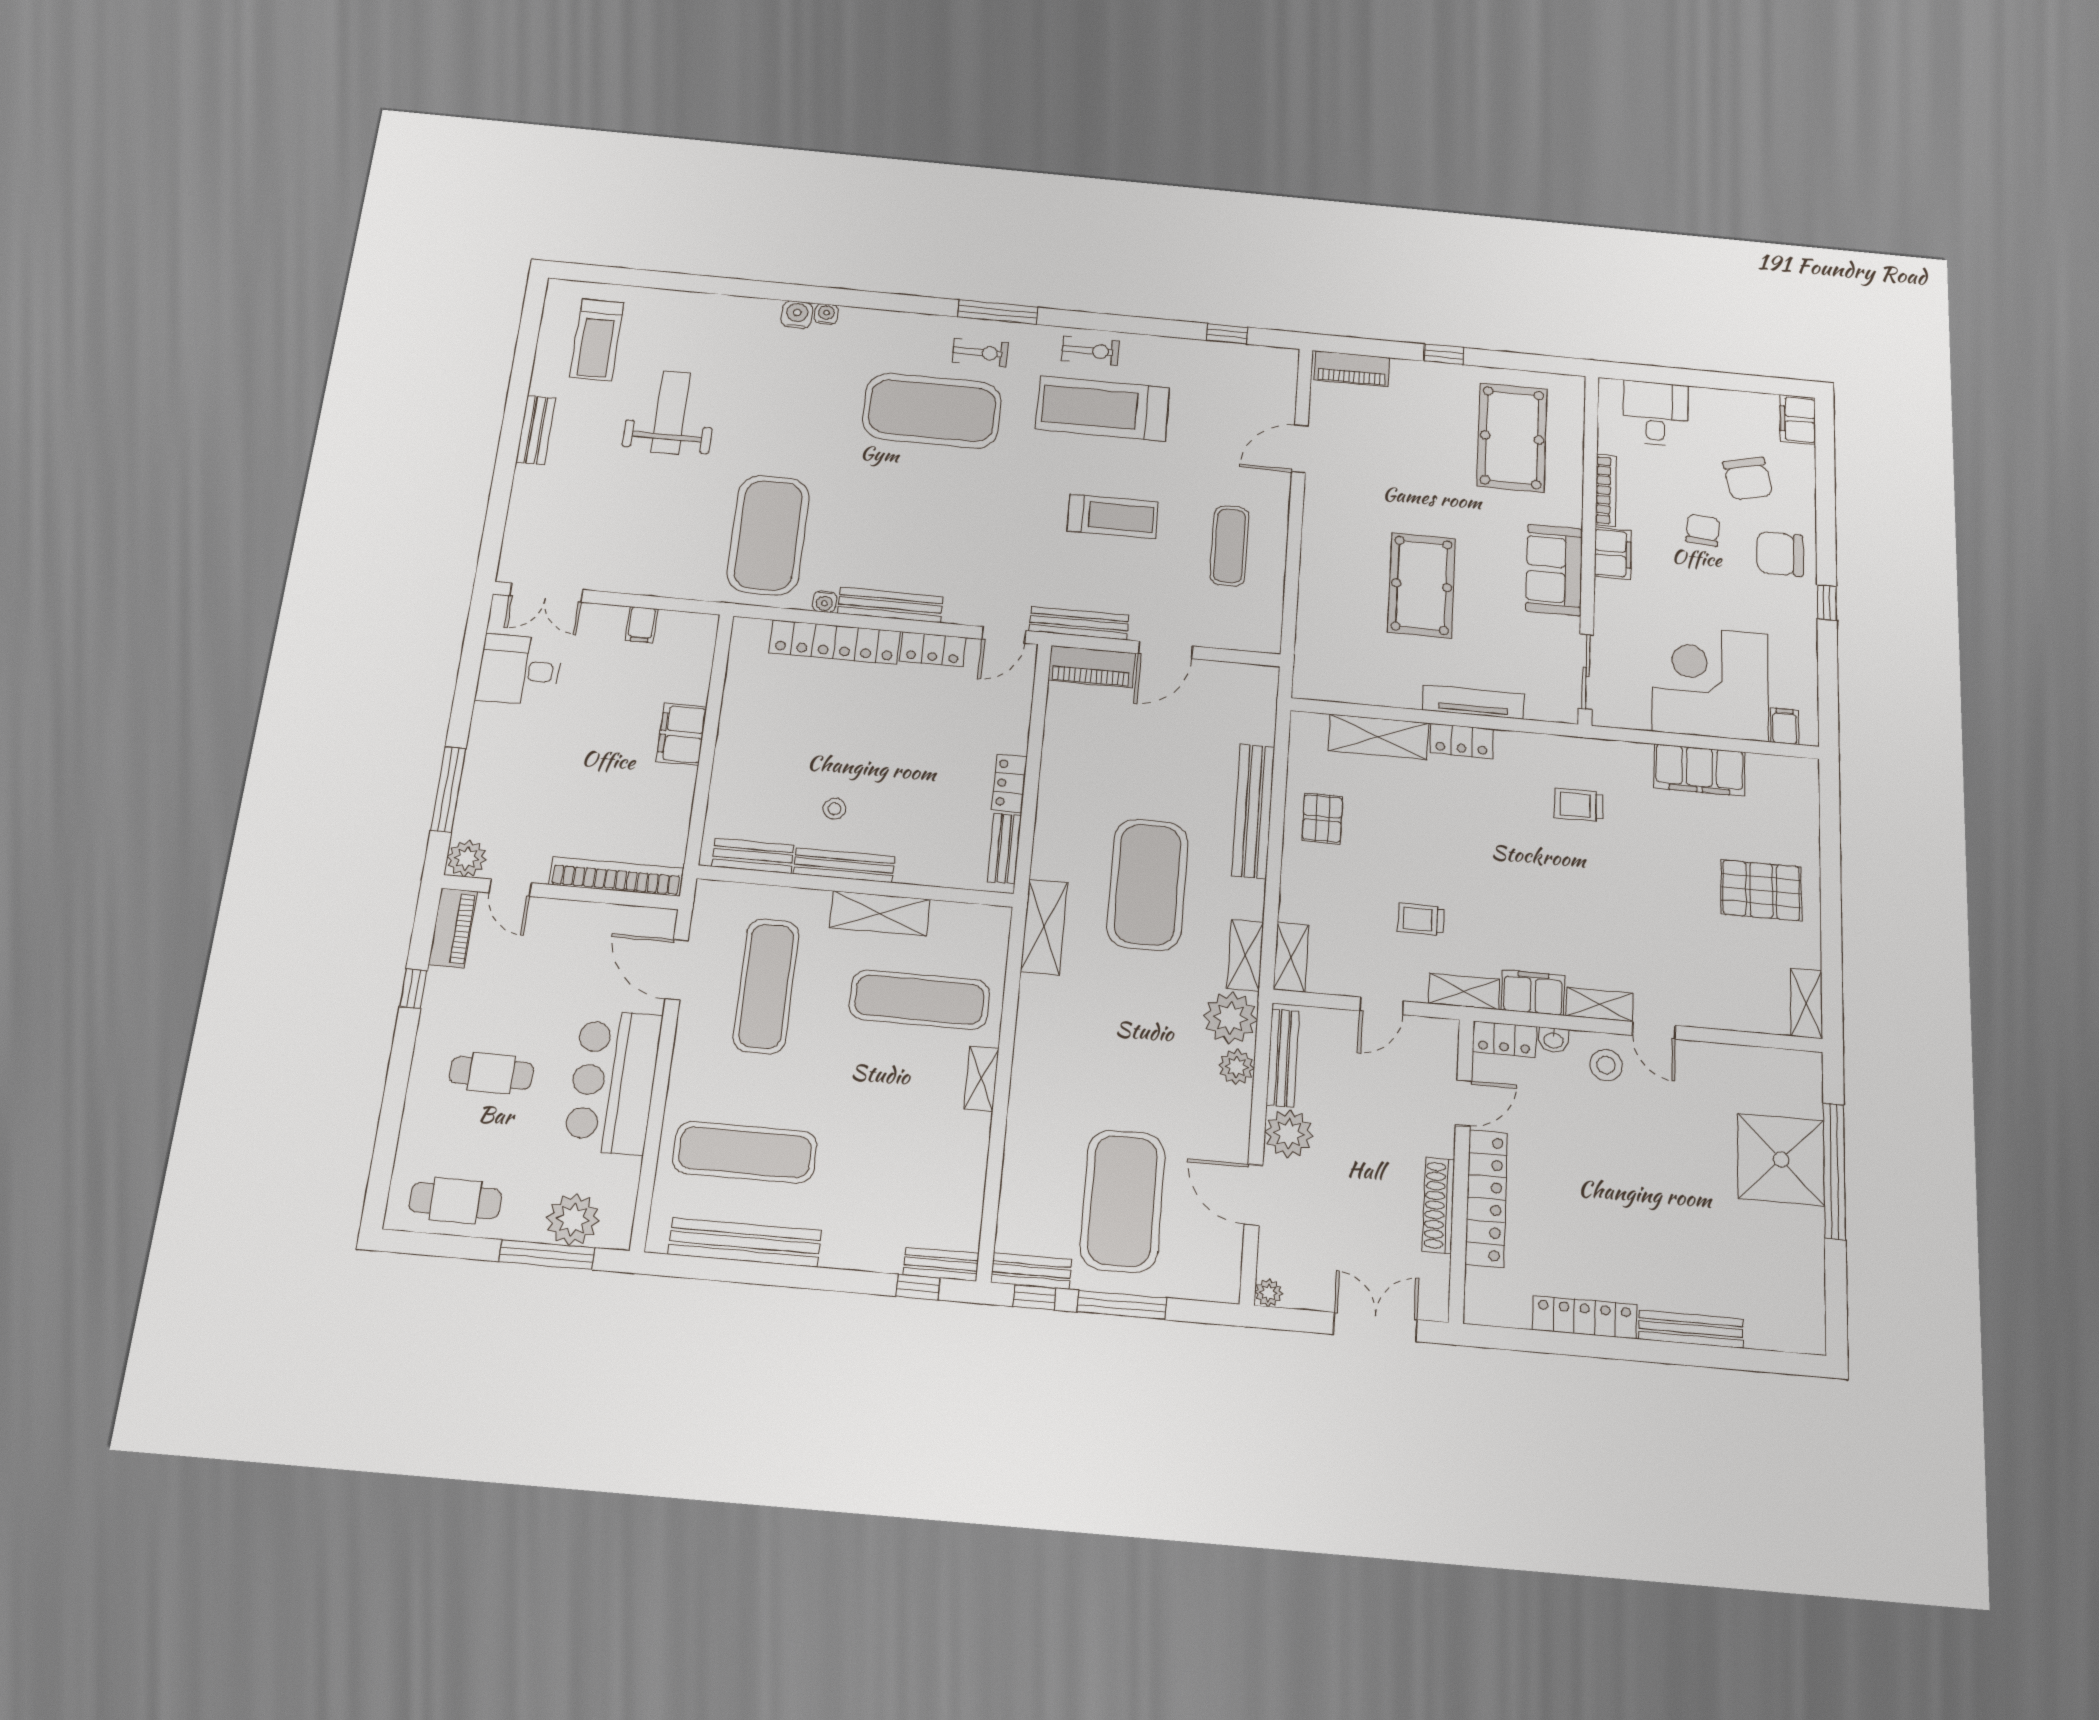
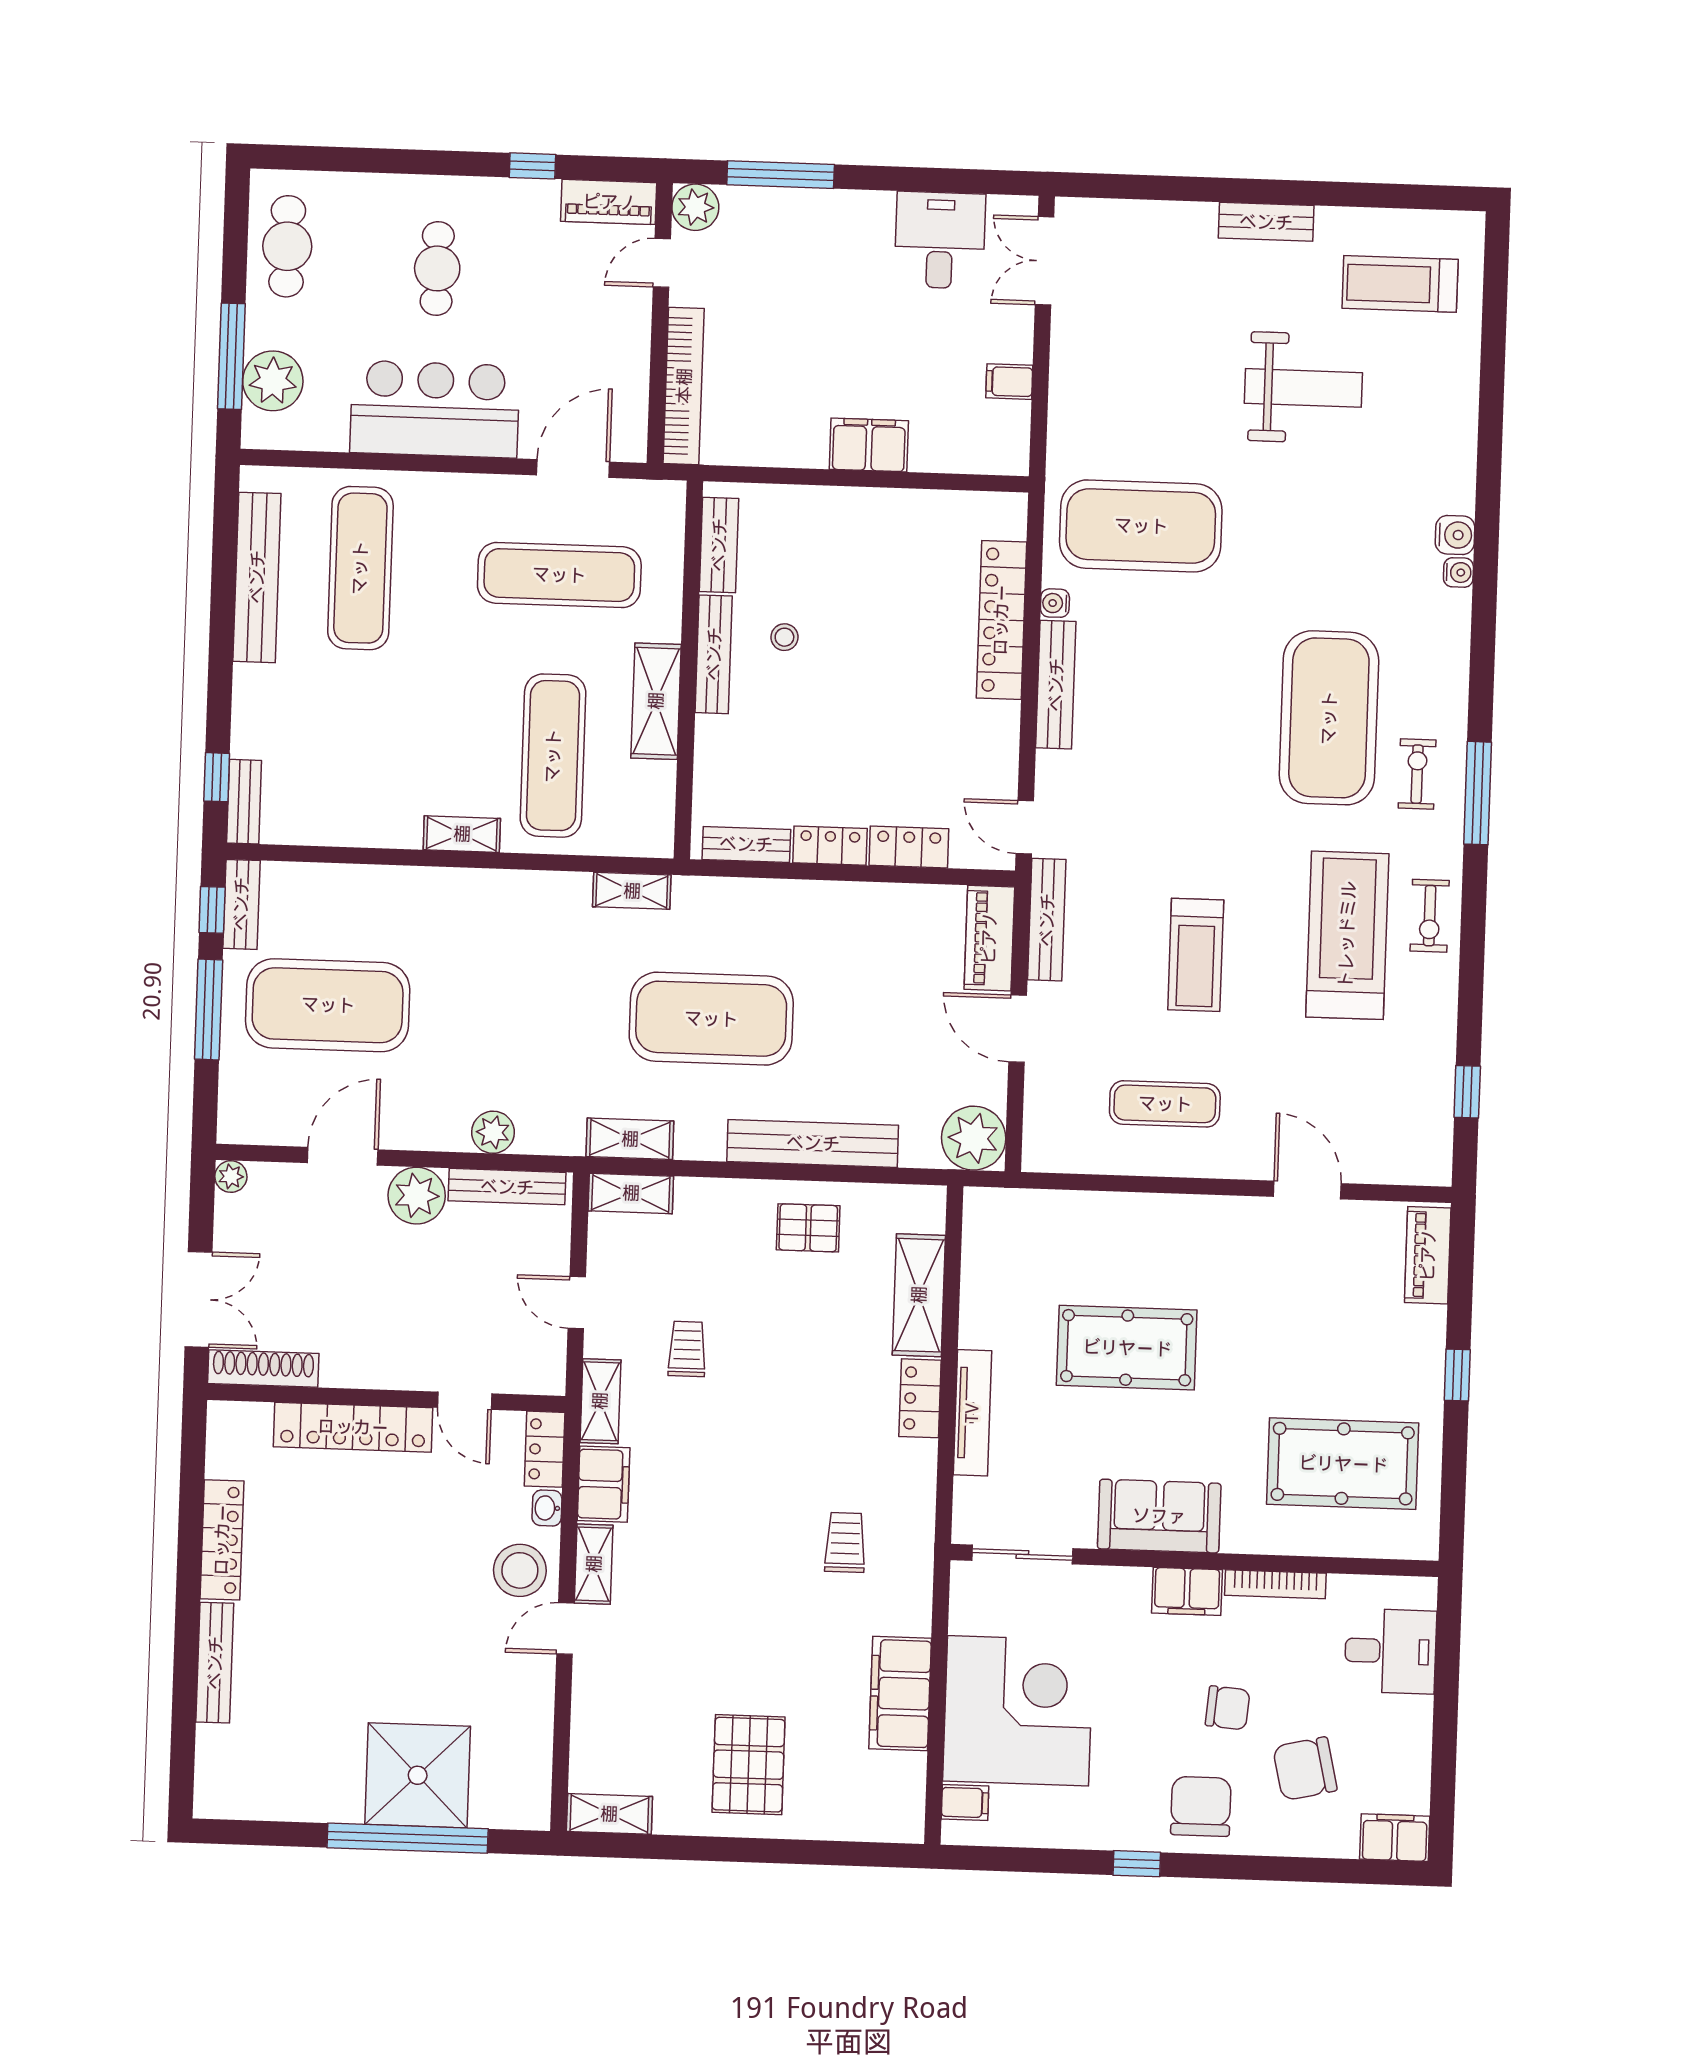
exercise bike: (980, 352) -> (1417, 774), turned 180
locker: (933, 649) -> (909, 847), moved, turned 90
shelving: (1044, 927) -> (632, 891), width x0.67, depth x0.75
plant: (1231, 1018) -> (974, 1138), moved
stool: (1606, 1065) -> (520, 1570), width x1.38, depth x1.38
shoe rack: (1438, 1205) -> (263, 1369), moved

